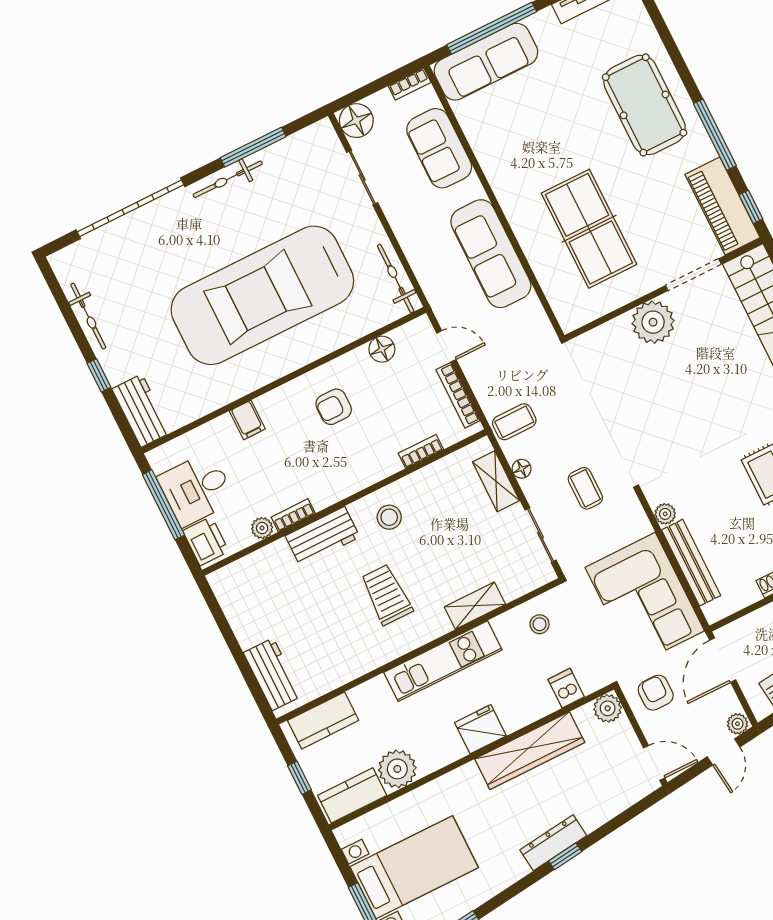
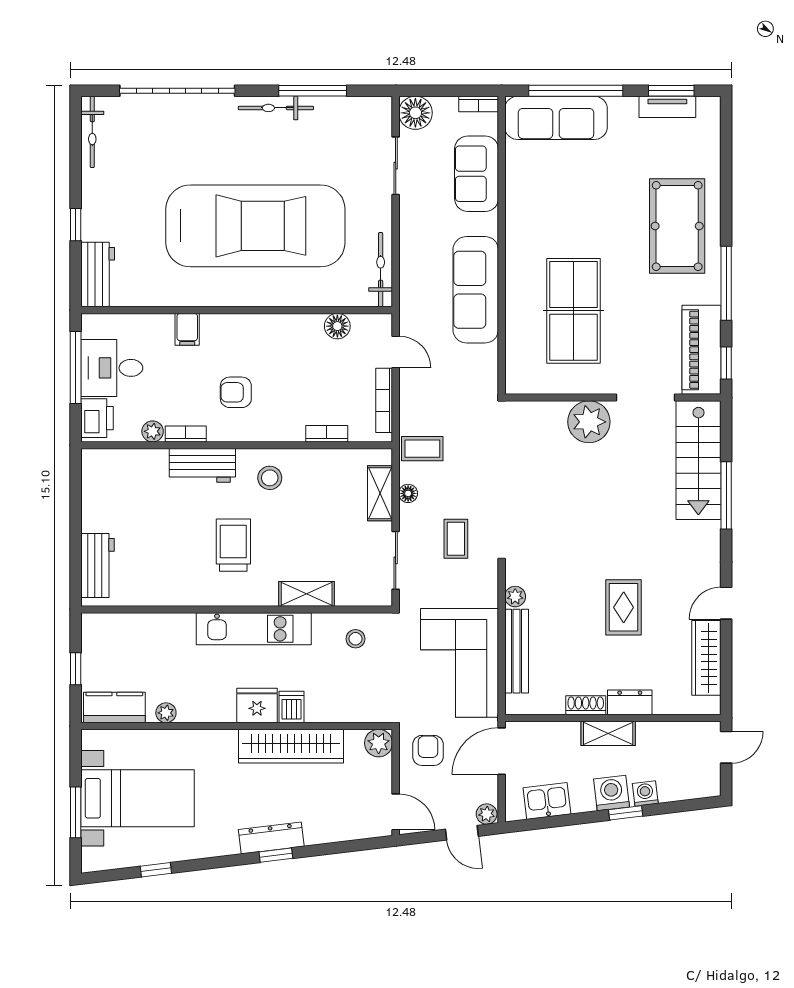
car: (262, 295) -> (255, 226), turned 180
bicycle: (88, 316) -> (92, 132), moved
armchair: (334, 407) -> (236, 392), moved
dishwasher: (566, 688) -> (291, 707), moved
kitchen counter: (323, 720) -> (122, 628), removed
door: (724, 752) -> (462, 833), hinge flipped
plant: (397, 769) -> (166, 713), width x0.53, depth x0.53

